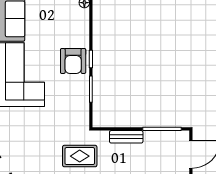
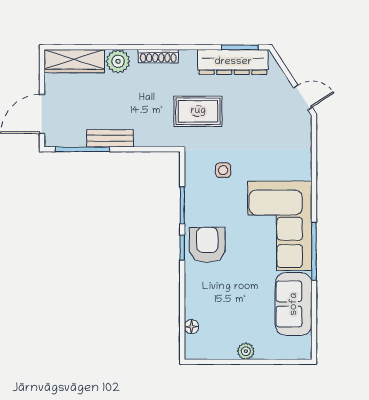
side table: (62, 114) -> (223, 170), added
bench: (126, 137) -> (110, 138), moved

